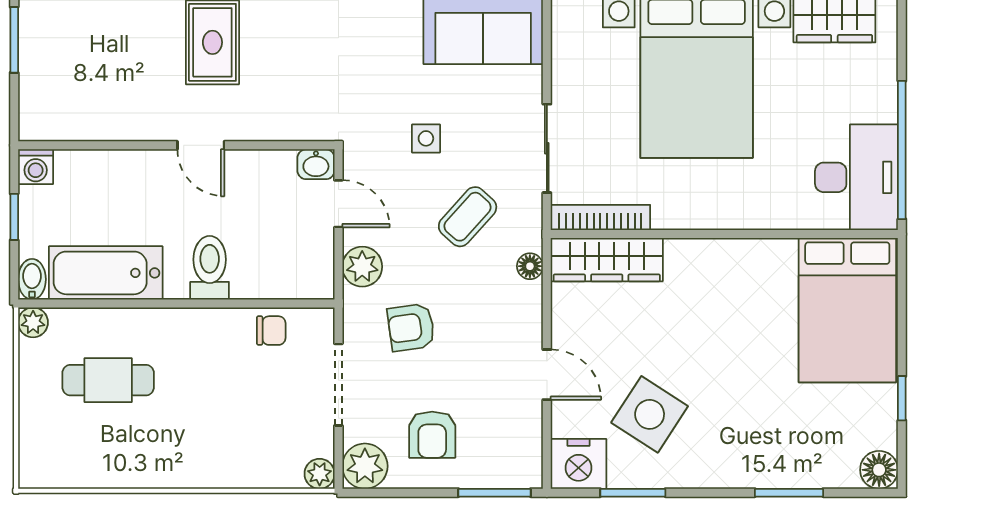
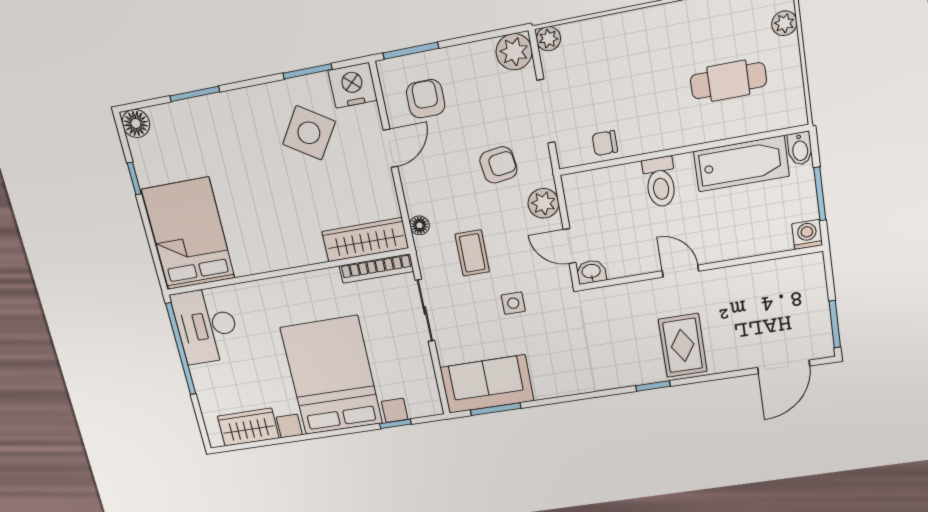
window: (14, 217) -> (820, 194), width x1.50
coffee table: (468, 217) -> (472, 253), turned -42
plant: (33, 322) -> (784, 23), moved
door: (547, 375) -> (390, 148), swing flipped
armchair: (432, 435) -> (426, 99), moved

